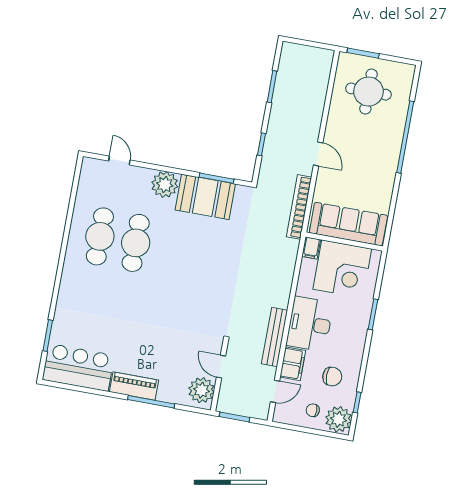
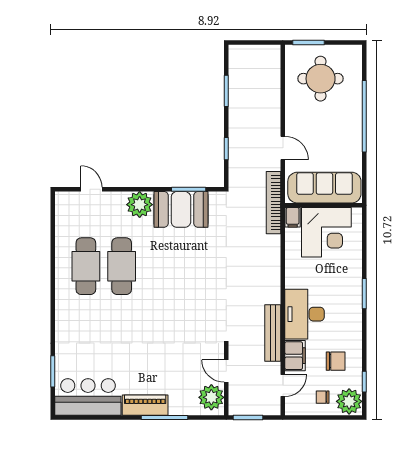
sofa: (348, 224) -> (324, 188), moved
wall: (344, 242) -> (323, 205), moved
filing cabinet: (311, 248) -> (293, 217), moved
corner desk: (342, 269) -> (326, 232), moved

